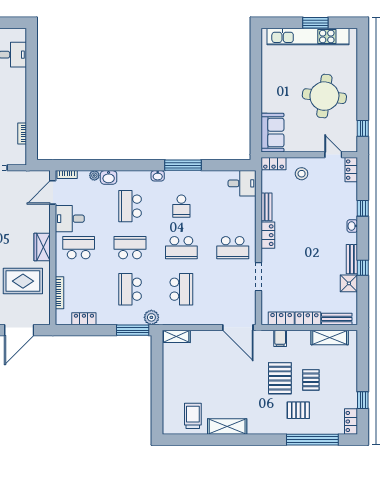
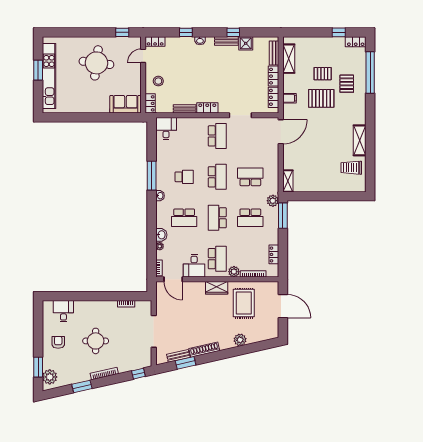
school desk: (79, 248) -> (217, 259), turned 180
plant: (62, 269) -> (234, 272), added

